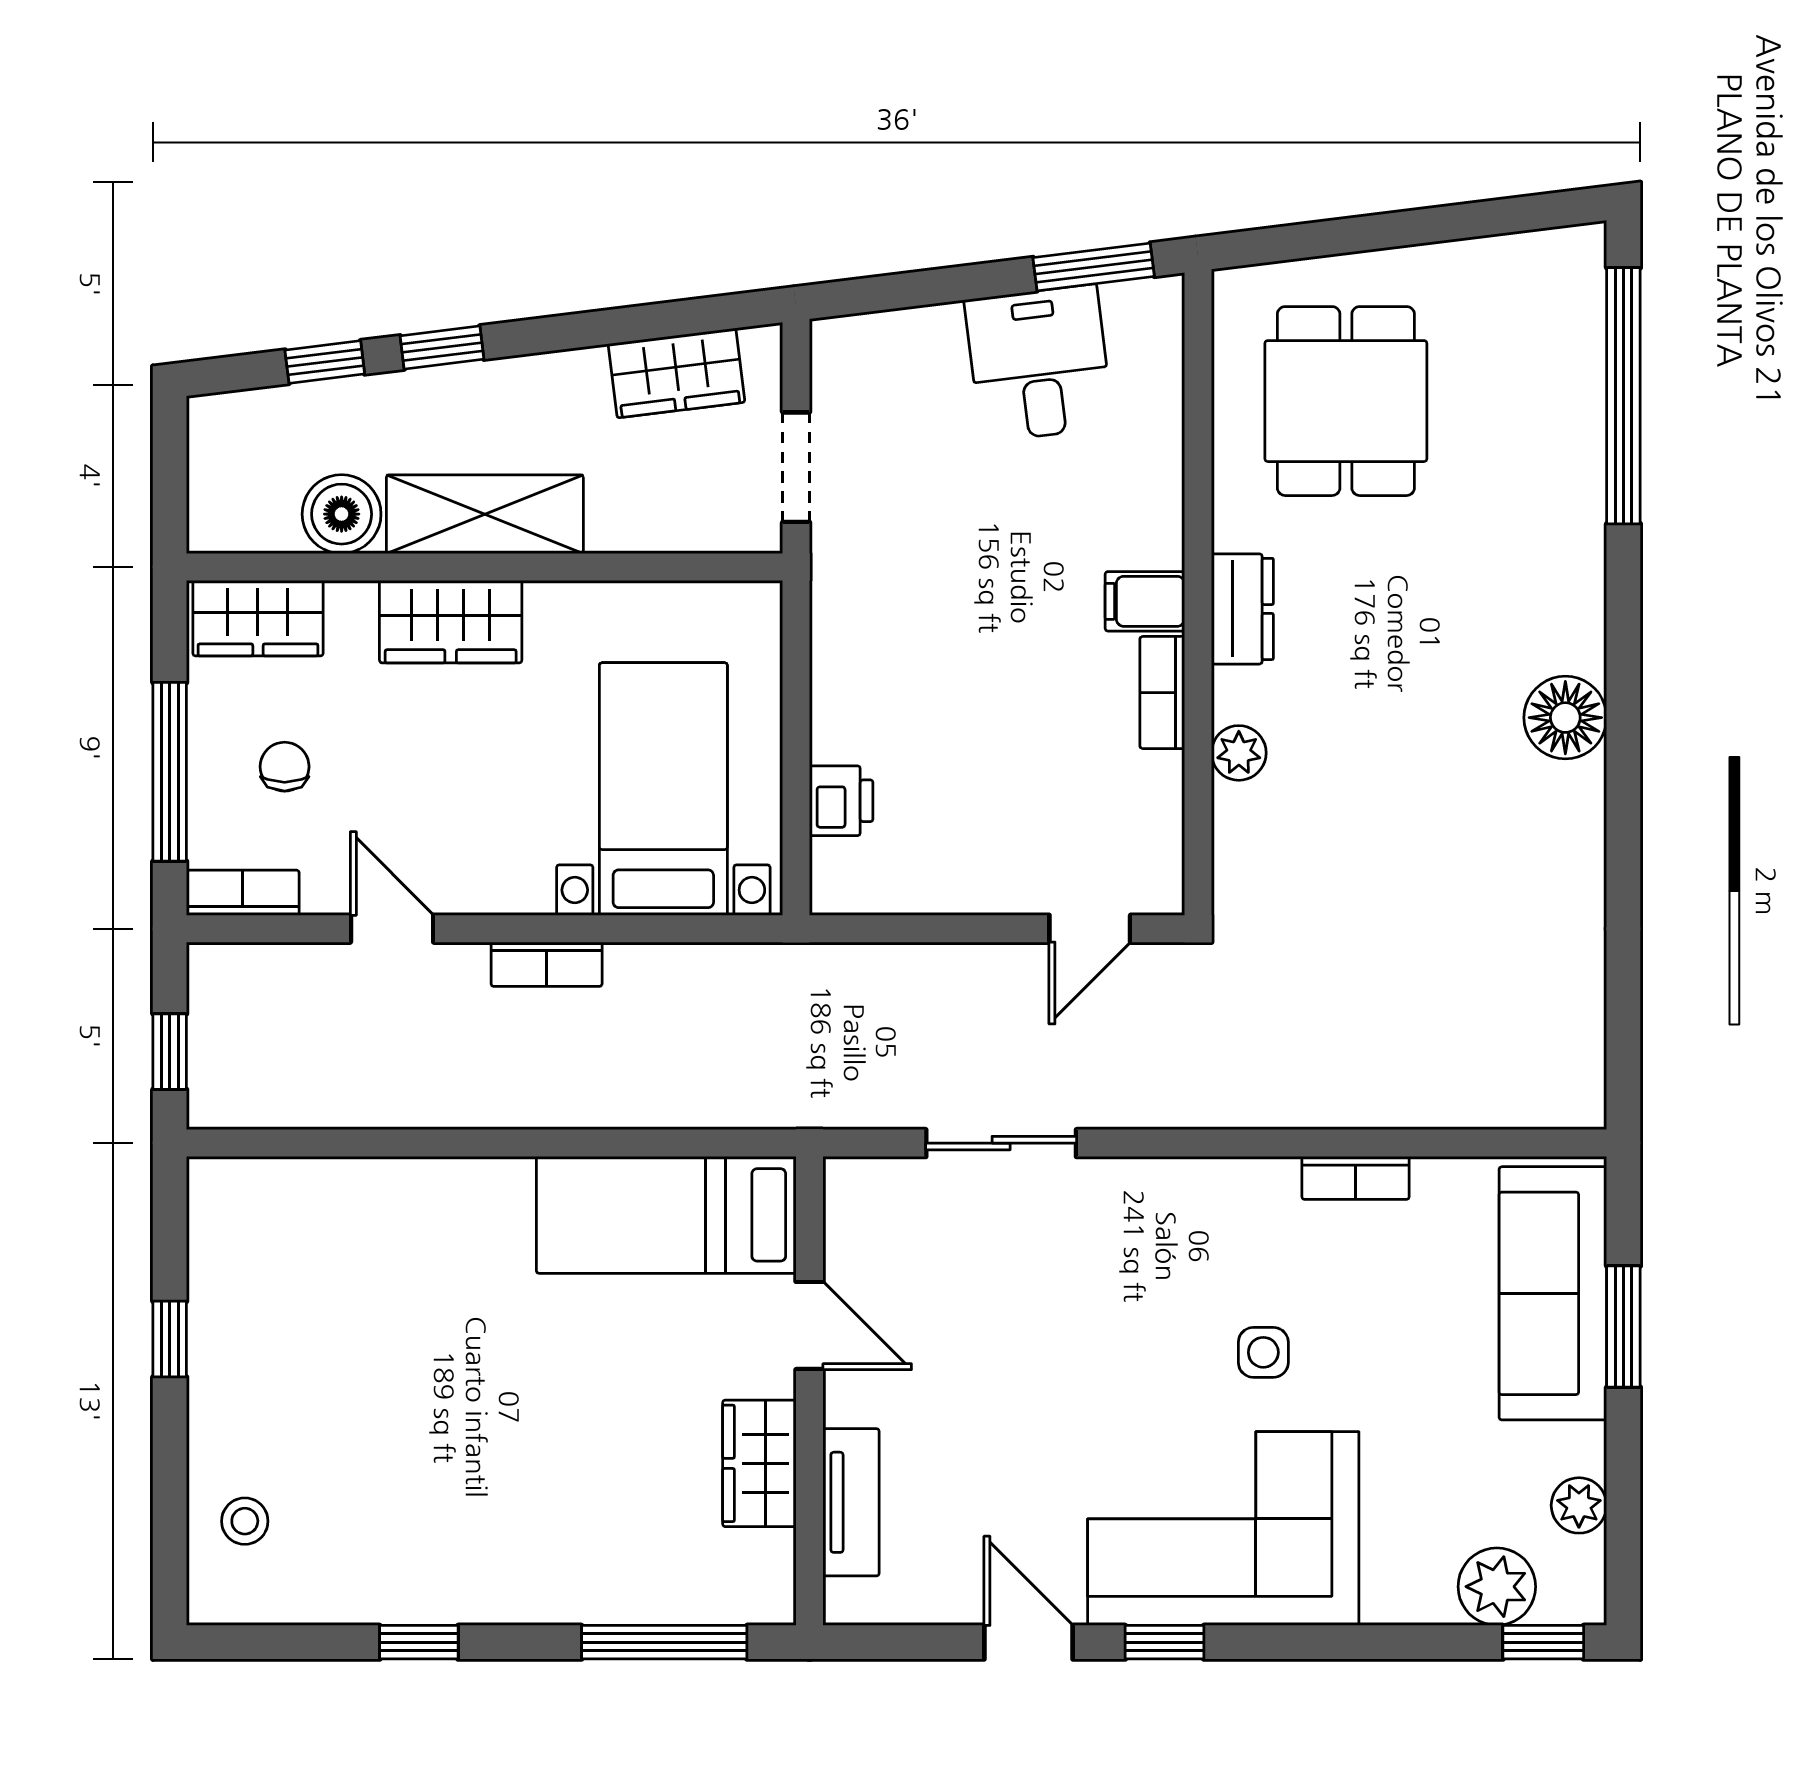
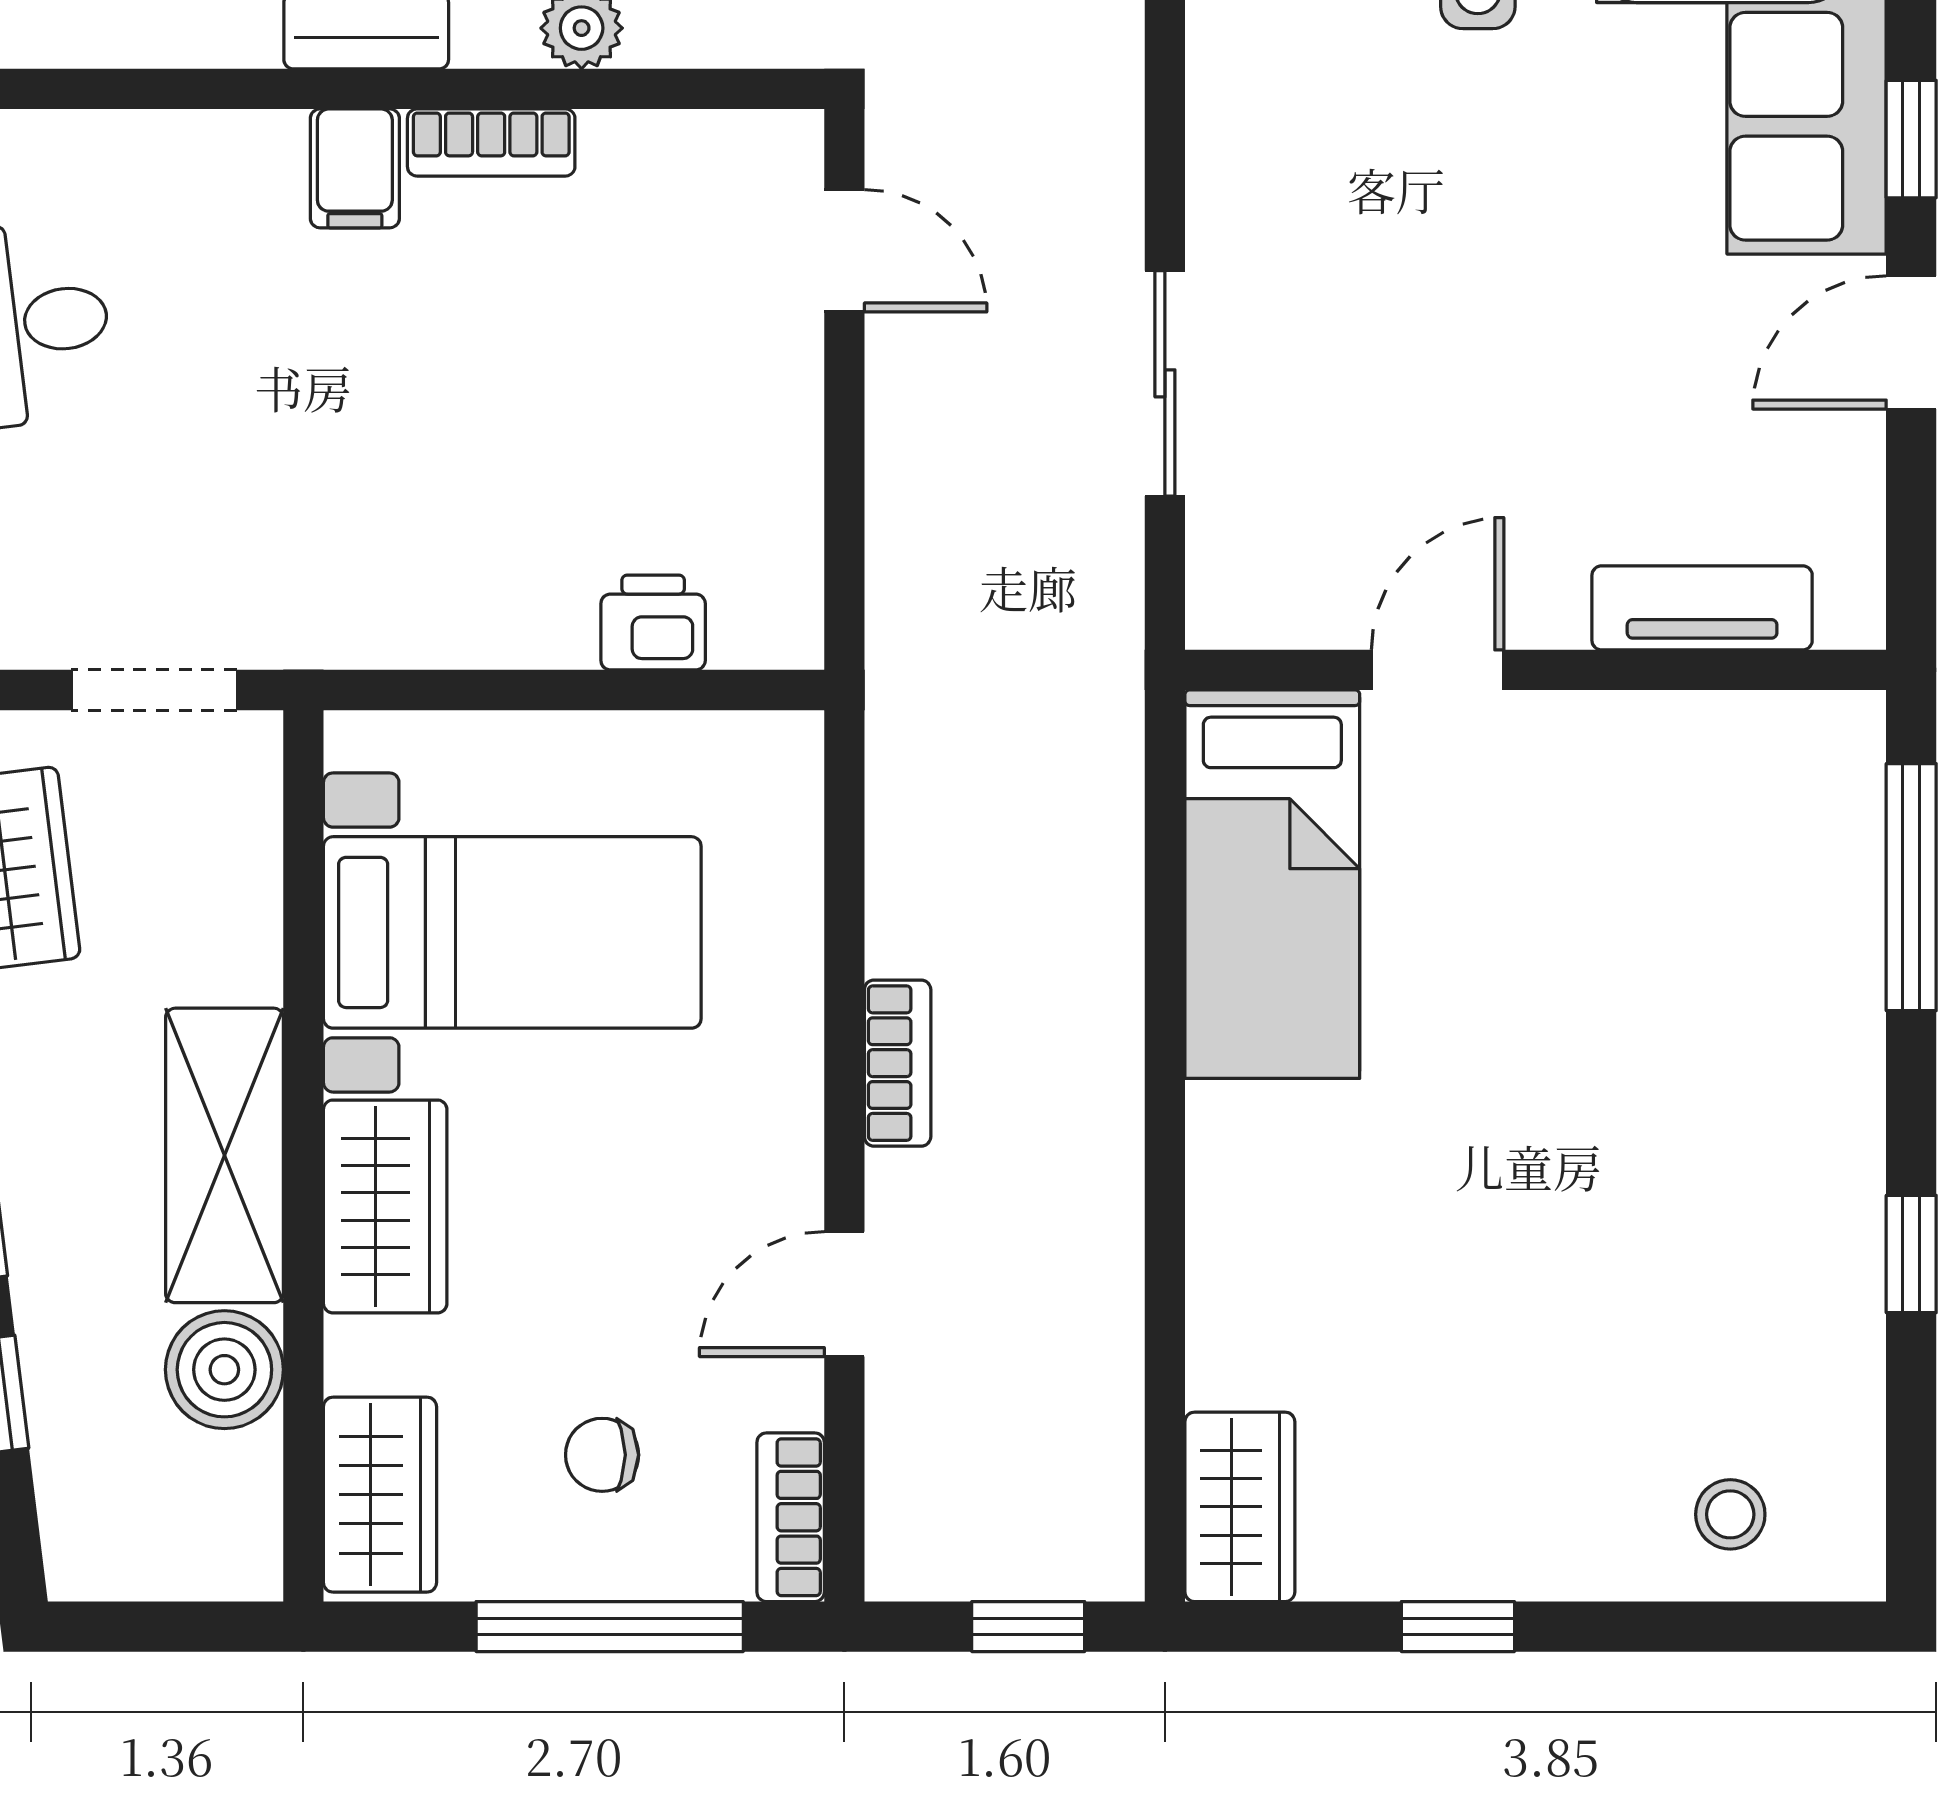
bed with nightstands: (663, 789) -> (512, 932), moved, turned 180
wardrobe: (759, 1463) -> (1240, 1507), moved, turned -90

